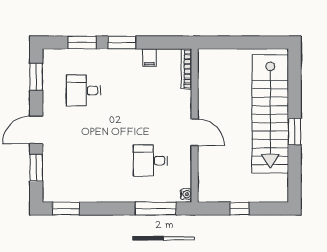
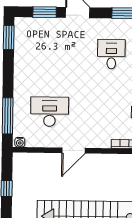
desk: (150, 161) -> (50, 112), width x1.37

